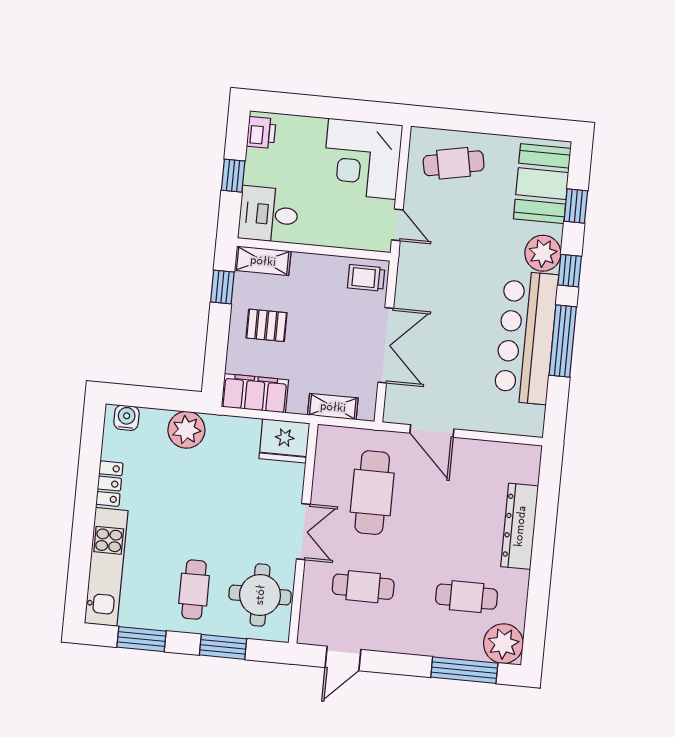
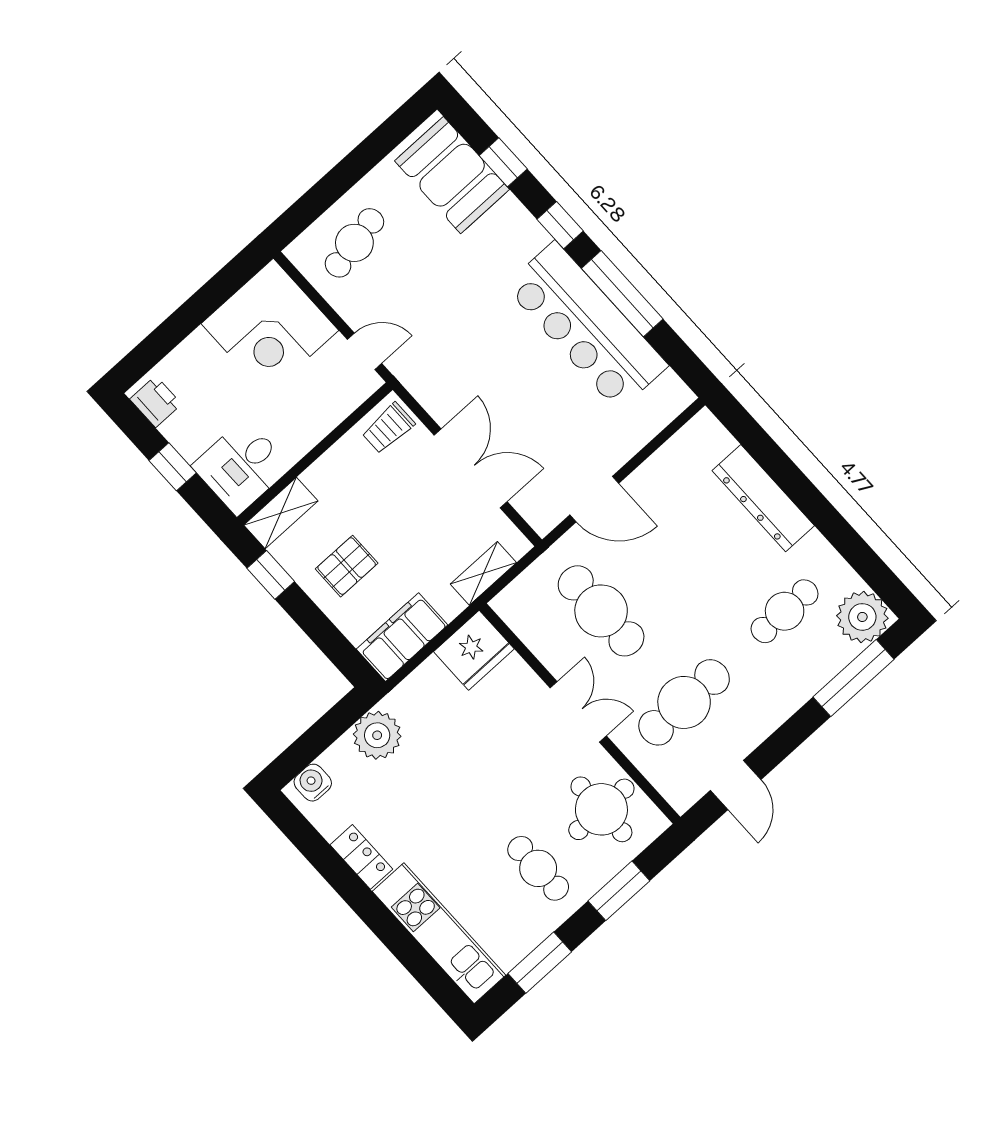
plant: (543, 253) -> (520, 236), removed
cafe table: (363, 587) -> (684, 702), width x1.37, depth x1.35

